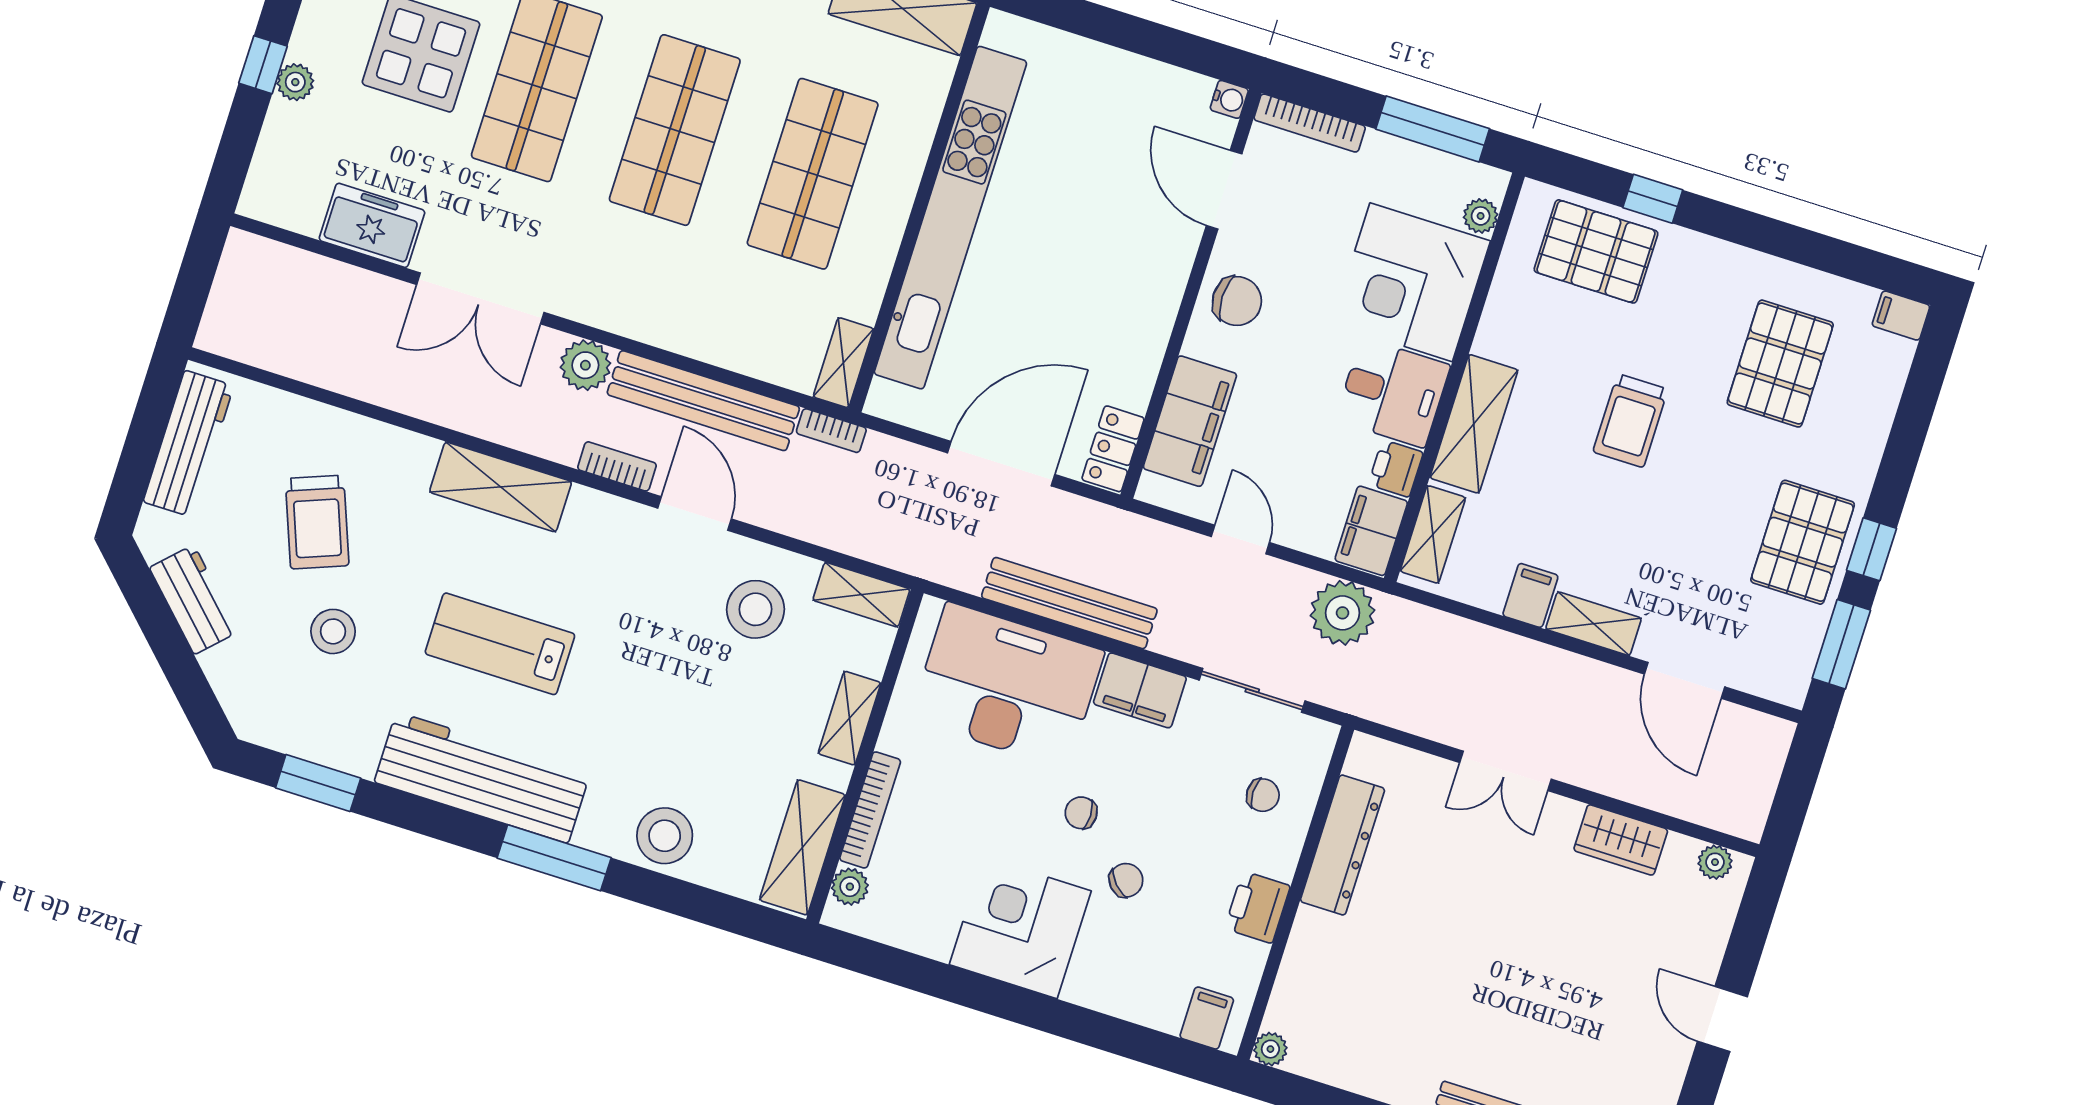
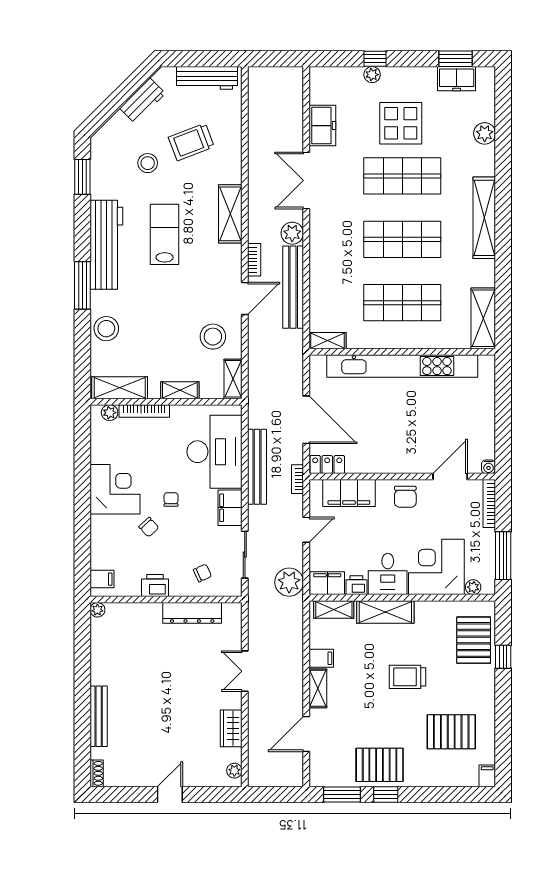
bookcase: (831, 431) -> (298, 479), moved
chair: (1263, 795) -> (202, 573), turned -114

